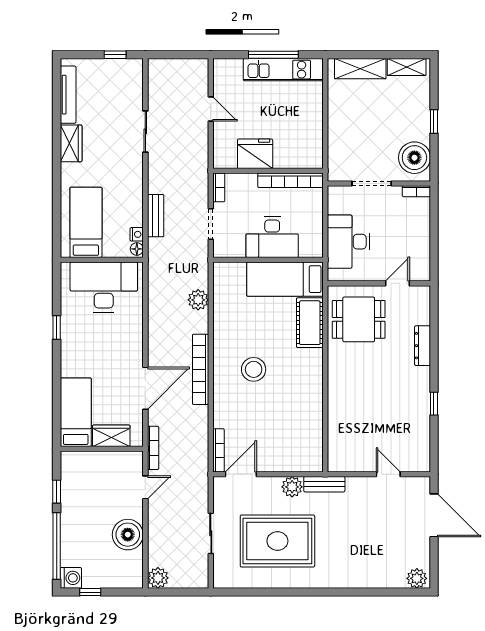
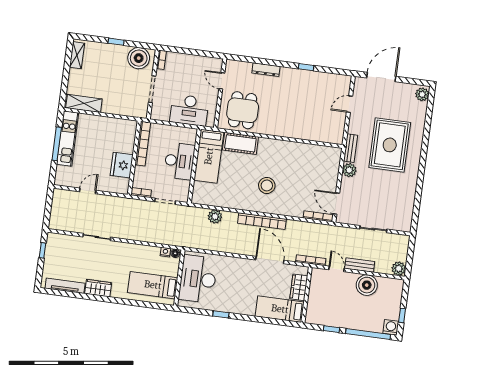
shelving: (360, 69) -> (84, 103), moved, turned 90
bench: (156, 216) -> (360, 265), moved
rug: (277, 541) -> (390, 145), moved

